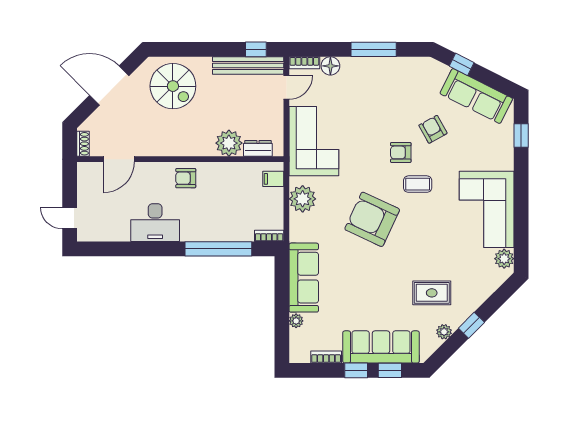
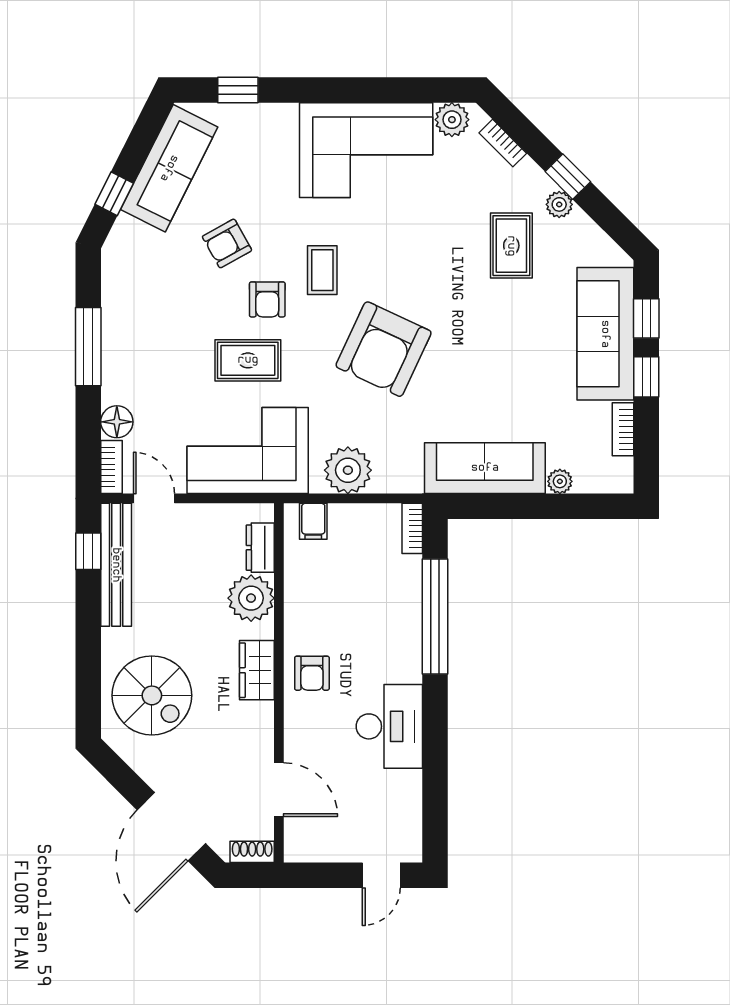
door: (109, 86) -> (171, 827), moved
spiral stairs: (173, 86) -> (152, 695), turned 90
rug: (366, 141) -> (248, 360), added
wardrobe: (187, 147) -> (257, 670), added
bookcase: (491, 288) -> (503, 143), added
plant: (444, 332) -> (559, 204), moved

